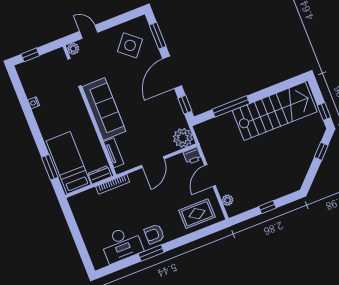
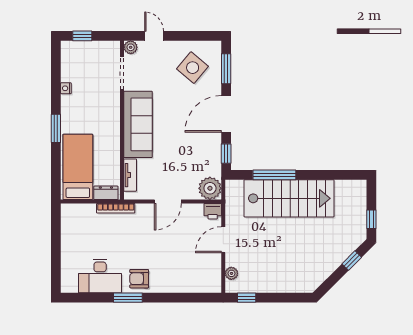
stairs: (275, 111) -> (289, 198), moved
window: (50, 167) -> (56, 128), moved
window: (267, 207) -> (247, 298), moved
rug: (197, 214) -> (193, 275), removed

